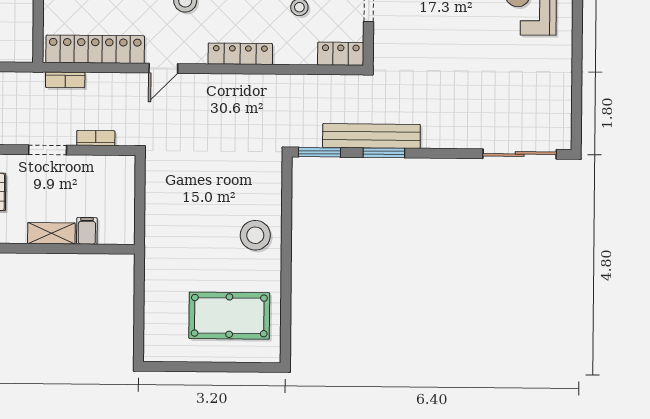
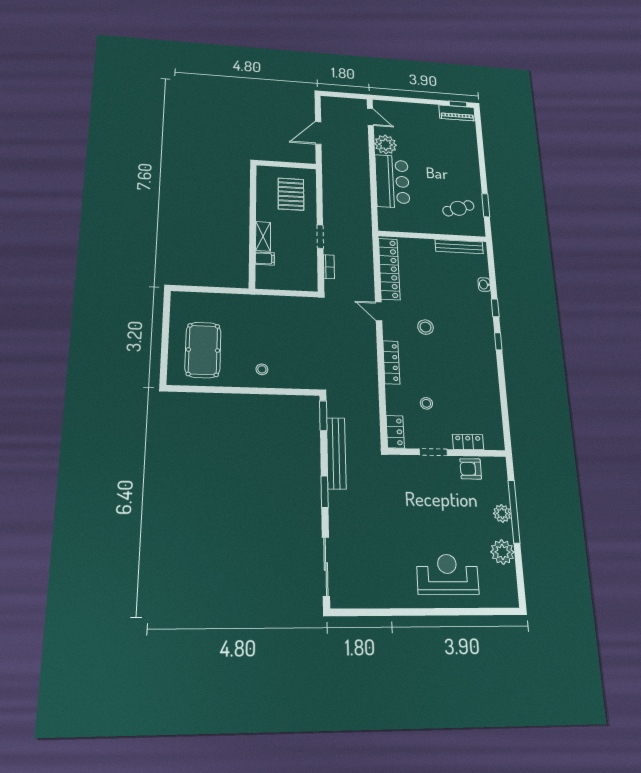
bookcase: (65, 80) -> (368, 250), removed
window: (384, 153) -> (325, 492), moved
stool: (255, 235) -> (262, 369), width x0.53, depth x0.53

